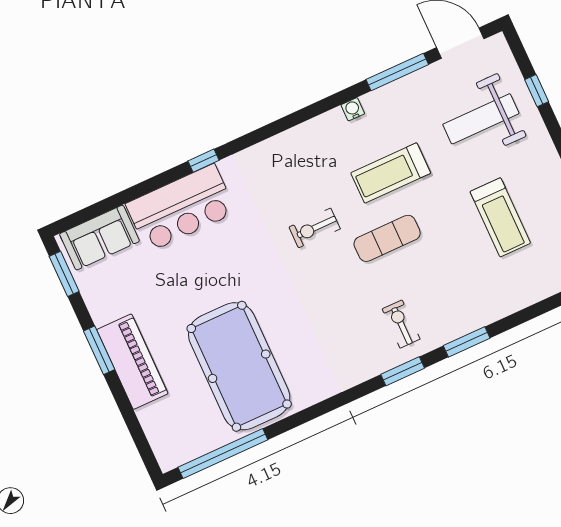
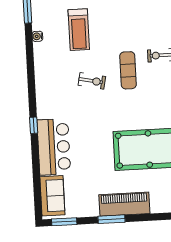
exercise bike: (315, 228) -> (92, 81), turned -78
exercise mat: (387, 238) -> (128, 70), moved

